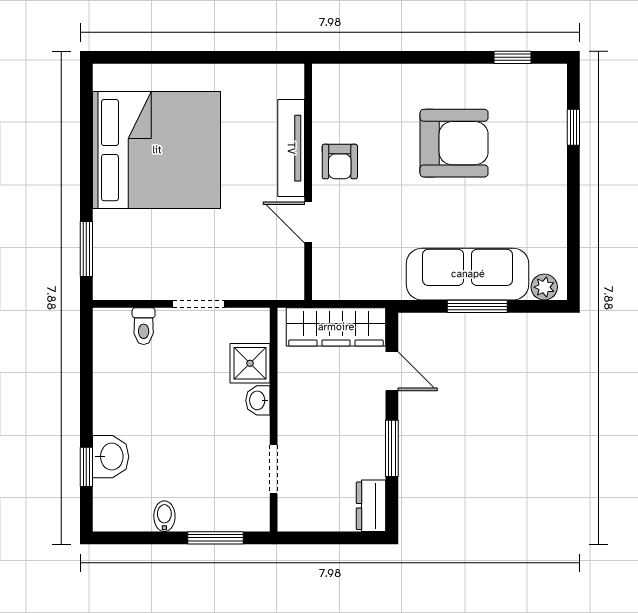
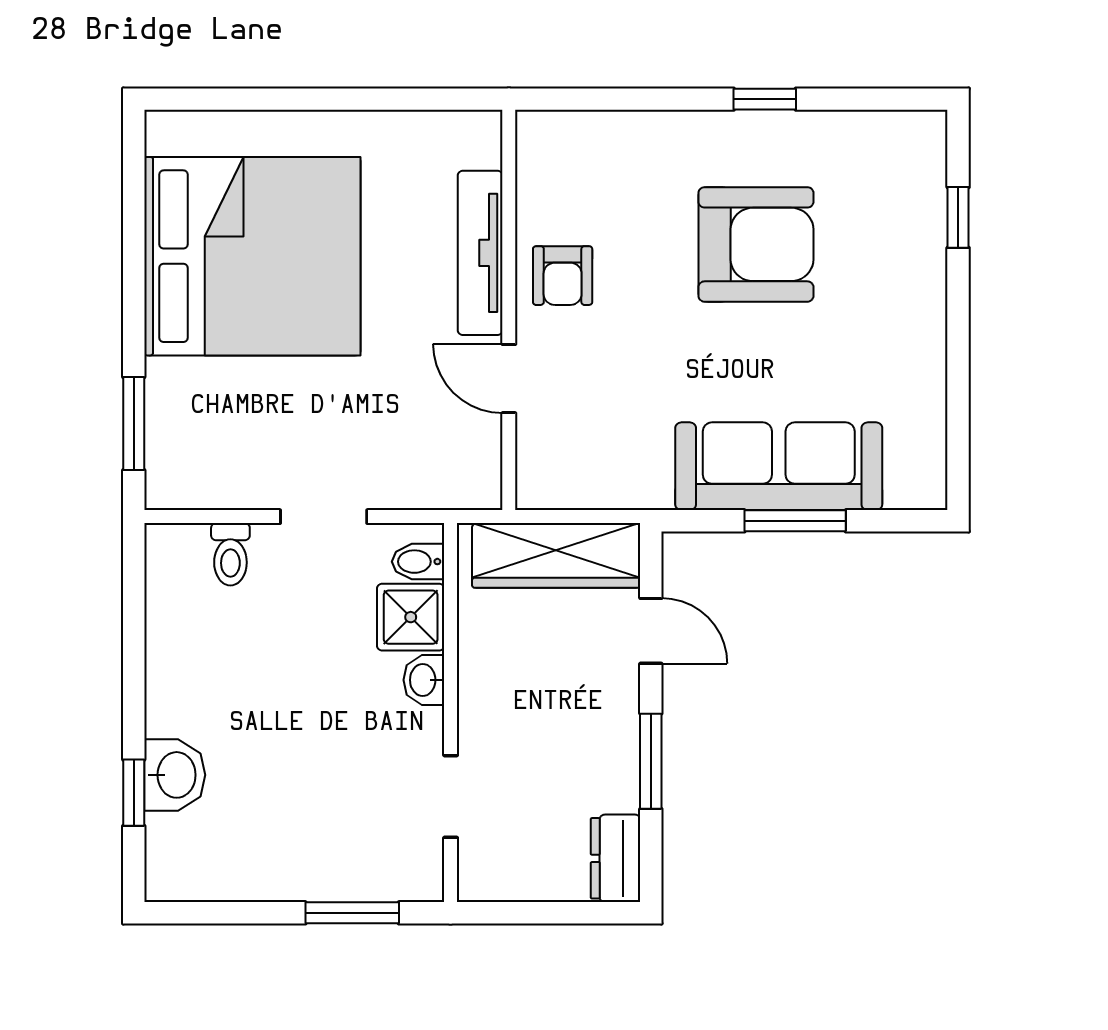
window: (513, 57) -> (765, 99), moved
plant: (544, 287) -> (909, 488), removed
bidet: (164, 516) -> (418, 562), moved, turned -90

